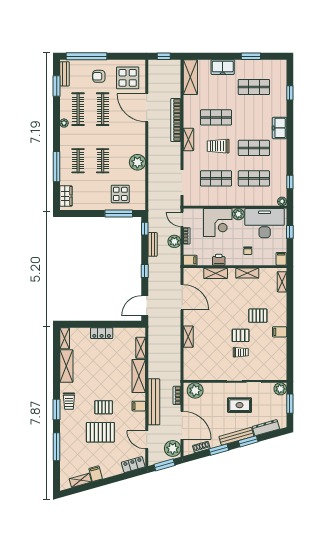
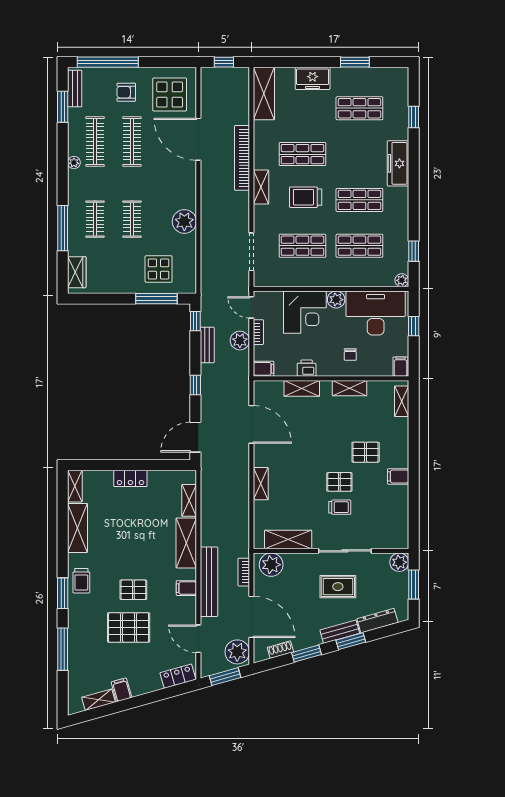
freezer: (280, 128) -> (398, 163), width x1.40
shelving: (206, 374) -> (288, 540), added
bench: (236, 436) -> (340, 632), width x0.73

